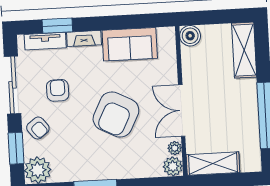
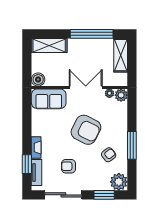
sofa: (130, 44) -> (49, 99), moved, turned 90
double door: (182, 110) -> (86, 87), swing flipped
armchair: (38, 128) -> (109, 155), moved
shelving: (213, 164) -> (121, 55), moved

